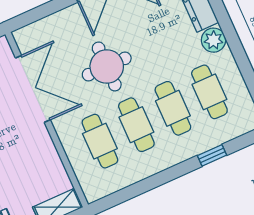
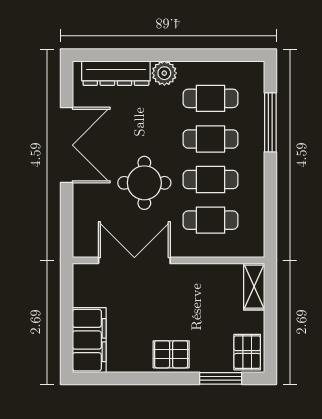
window: (212, 155) -> (270, 122), width x2.17

